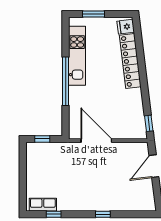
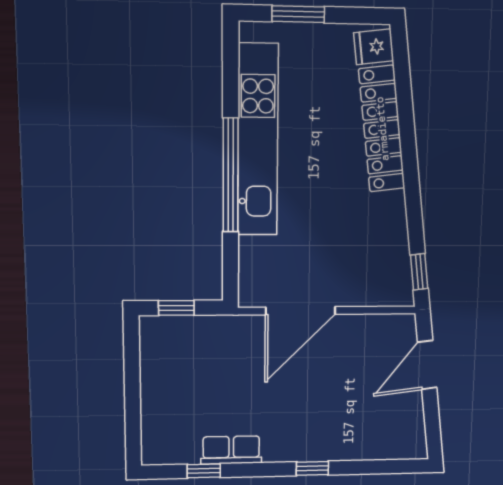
kitchen unit: (77, 56) -> (258, 140), width x1.36
door: (96, 141) -> (301, 311), swing flipped
row of seats: (43, 205) -> (231, 450), moved

